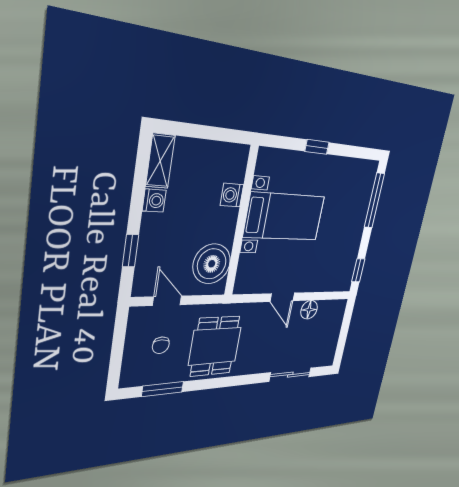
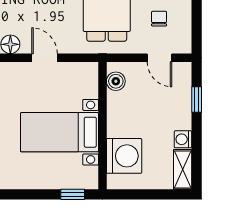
window: (317, 147) -> (73, 194), moved
washing machine: (232, 195) -> (124, 156), width x1.89, depth x1.89
boiler: (212, 264) -> (116, 81), width x0.54, depth x0.54

